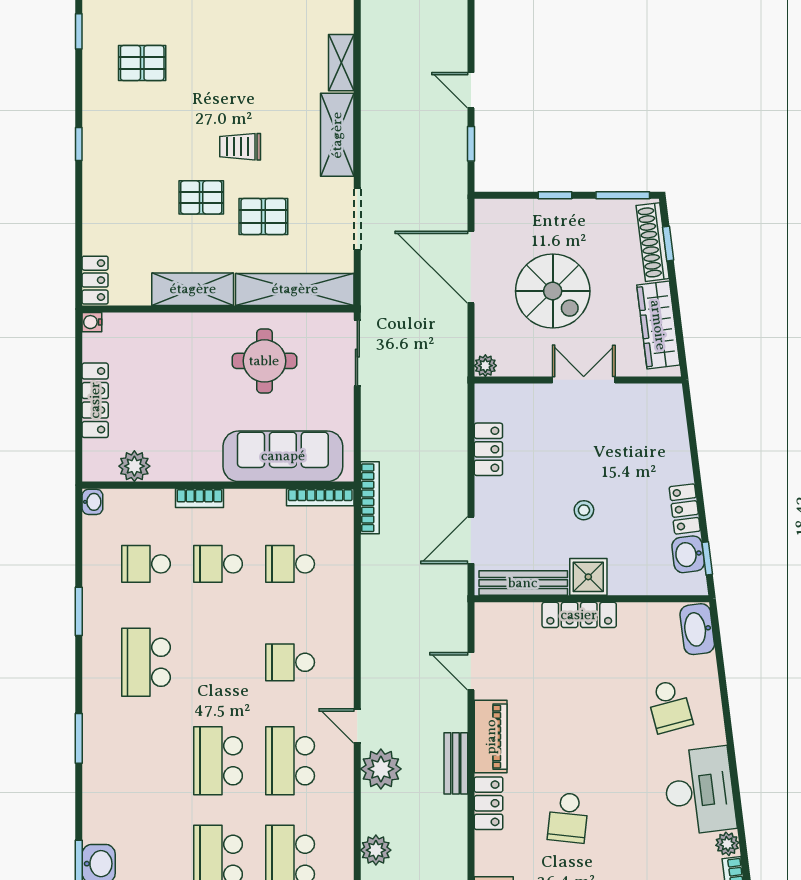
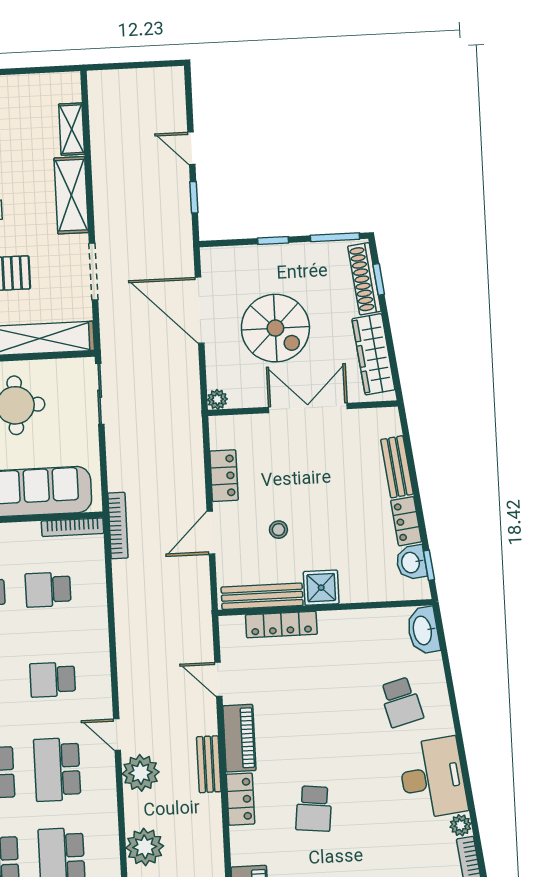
double door: (584, 380) -> (308, 408), width x1.37
bench: (678, 449) -> (397, 467), added
stool: (584, 510) -> (278, 530), moved
door: (471, 540) -> (211, 533), moved
locker: (579, 615) -> (281, 625), moved
plant: (376, 850) -> (145, 847), width x1.36, depth x1.36

